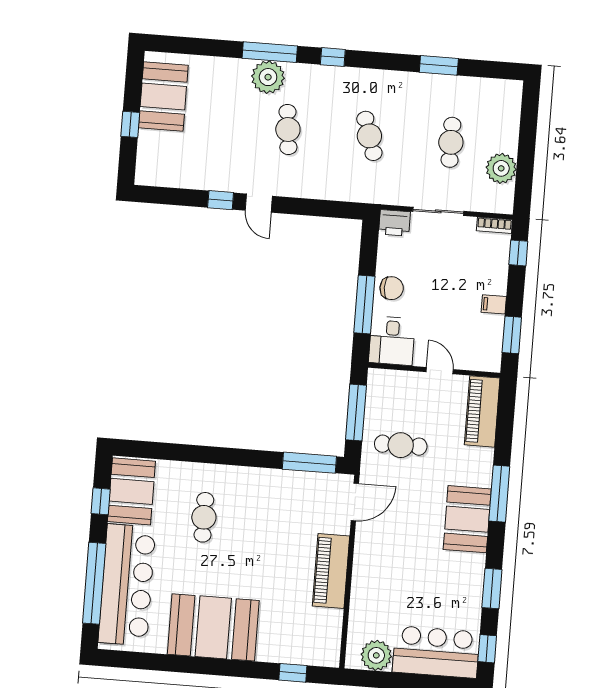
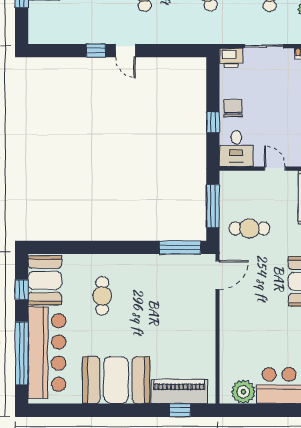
chair: (392, 288) -> (233, 108), turned -90
window: (364, 304) -> (213, 122), width x0.46
piano: (331, 571) -> (179, 391), moved, turned 90

